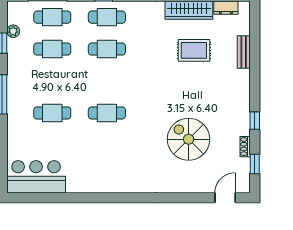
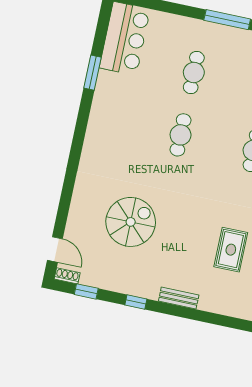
bench: (244, 52) -> (179, 298), moved
shoe rack: (245, 147) -> (67, 276), moved
window: (70, 198) -> (93, 73), added

